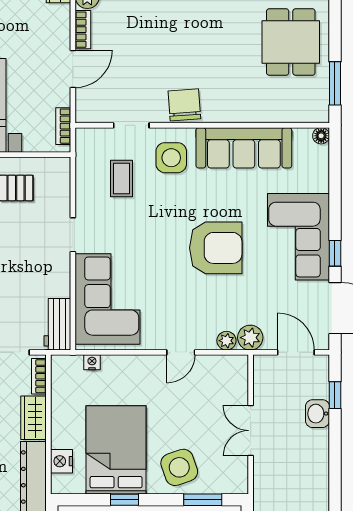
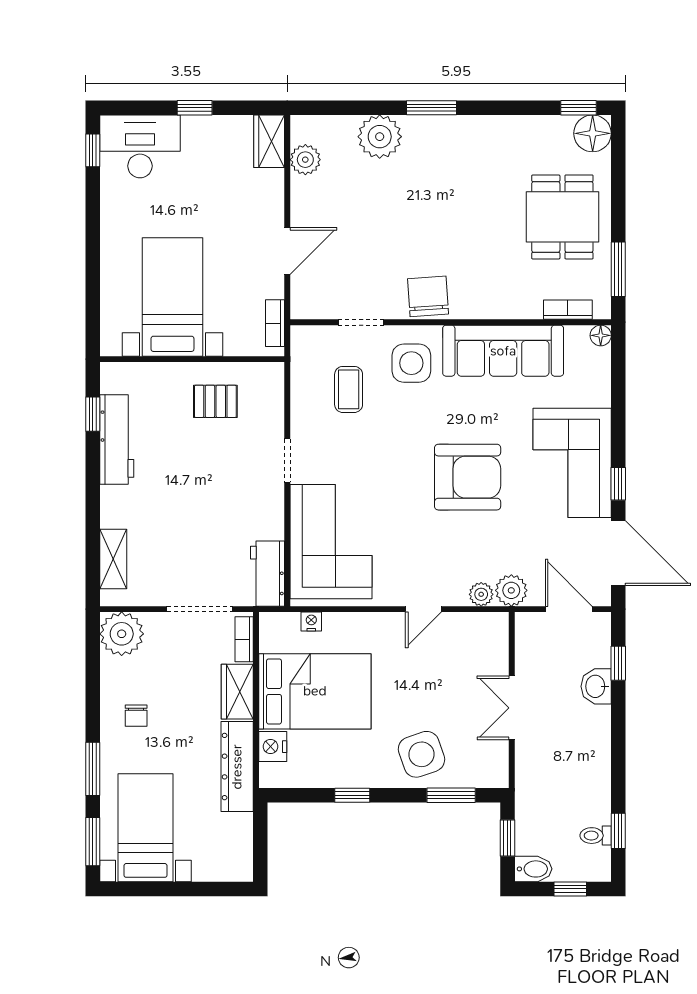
bookcase: (83, 30) -> (568, 310), moved, turned -90
bed: (116, 450) -> (315, 691), moved, turned 90

